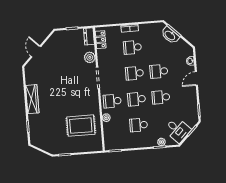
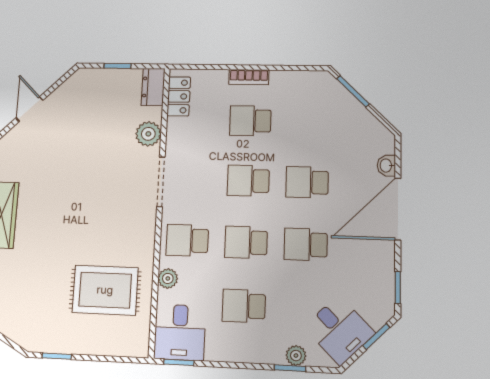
washbasin: (170, 35) -> (343, 101), removed
door: (196, 79) -> (398, 209), width x1.87
desk: (114, 139) -> (180, 332), added

